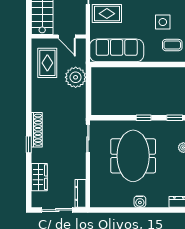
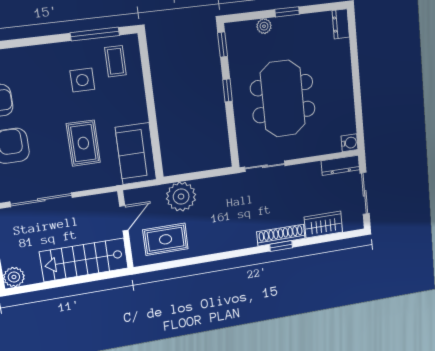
rug: (107, 14) -> (83, 143), moved
sofa: (117, 50) -> (136, 154), width x0.73
shoe rack: (37, 130) -> (281, 235), moved
meeting table: (133, 156) -> (283, 99), turned 90
water cooler: (140, 202) -> (350, 143), moved

